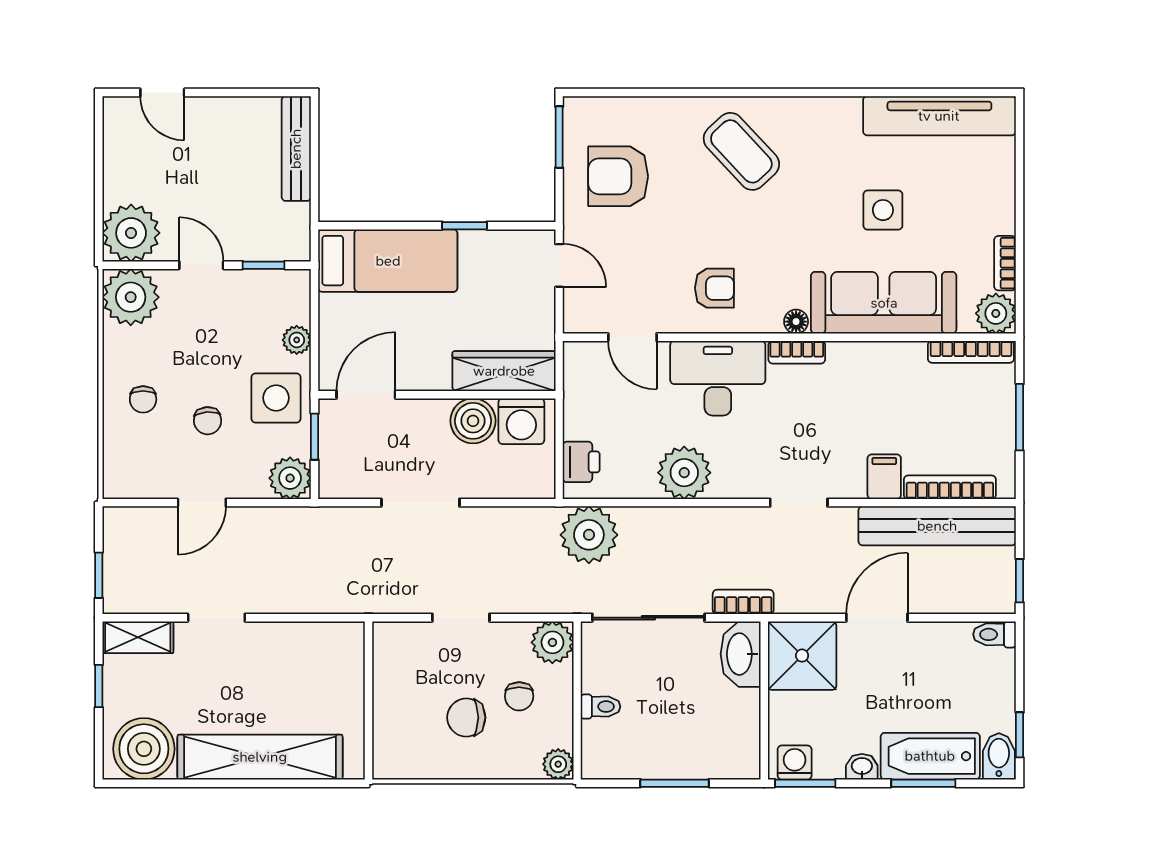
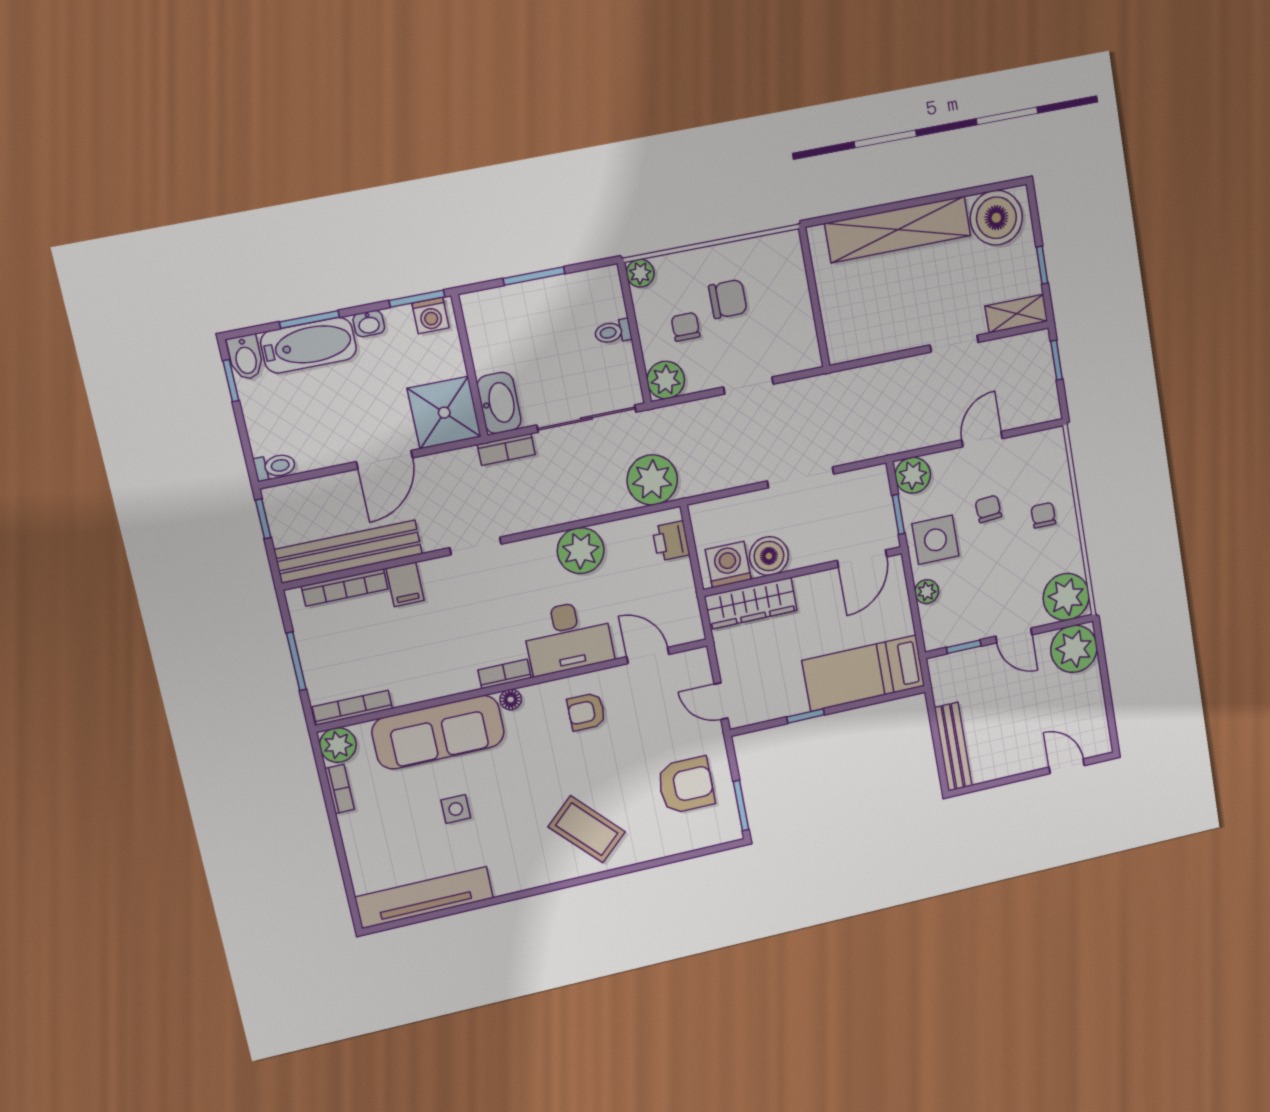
side table: (883, 210) -> (456, 809), width x0.73, depth x0.73

